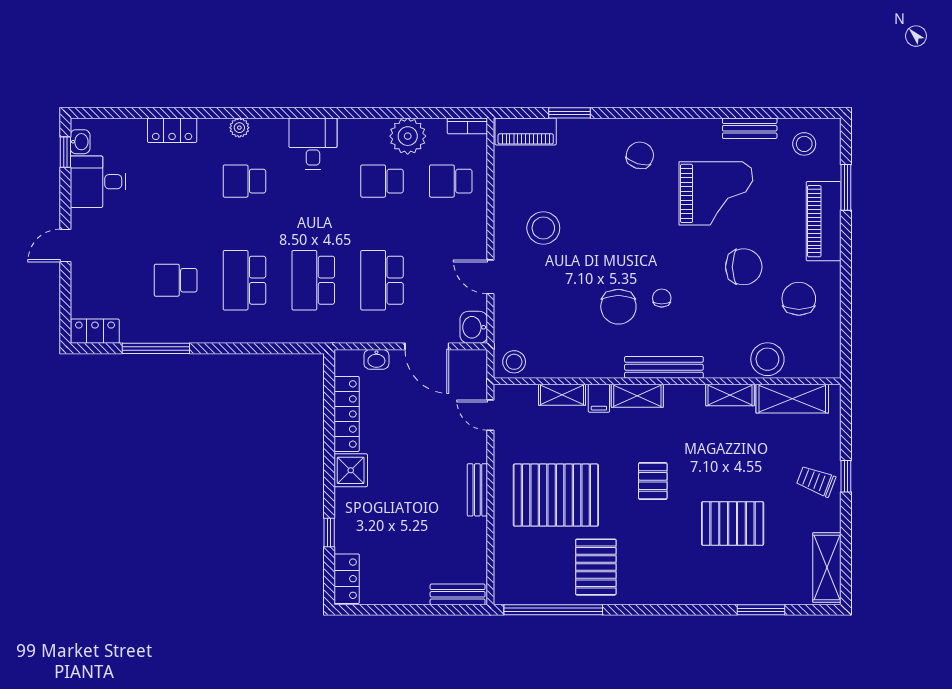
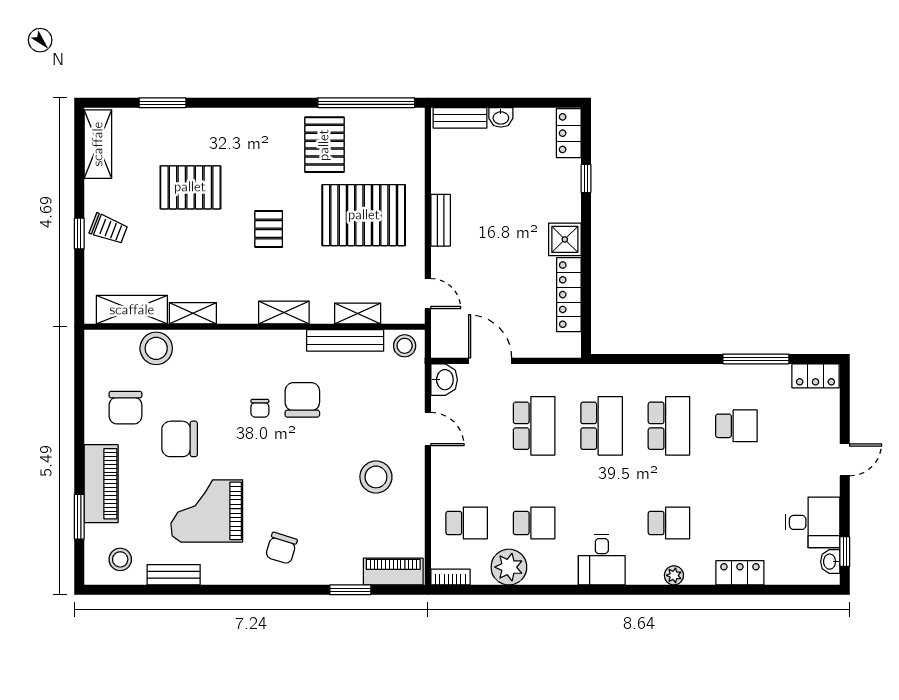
washbasin: (376, 359) -> (501, 117), moved, turned 180
bench: (664, 367) -> (345, 340), moved
filing cabinet: (599, 398) -> (321, 310), removed

